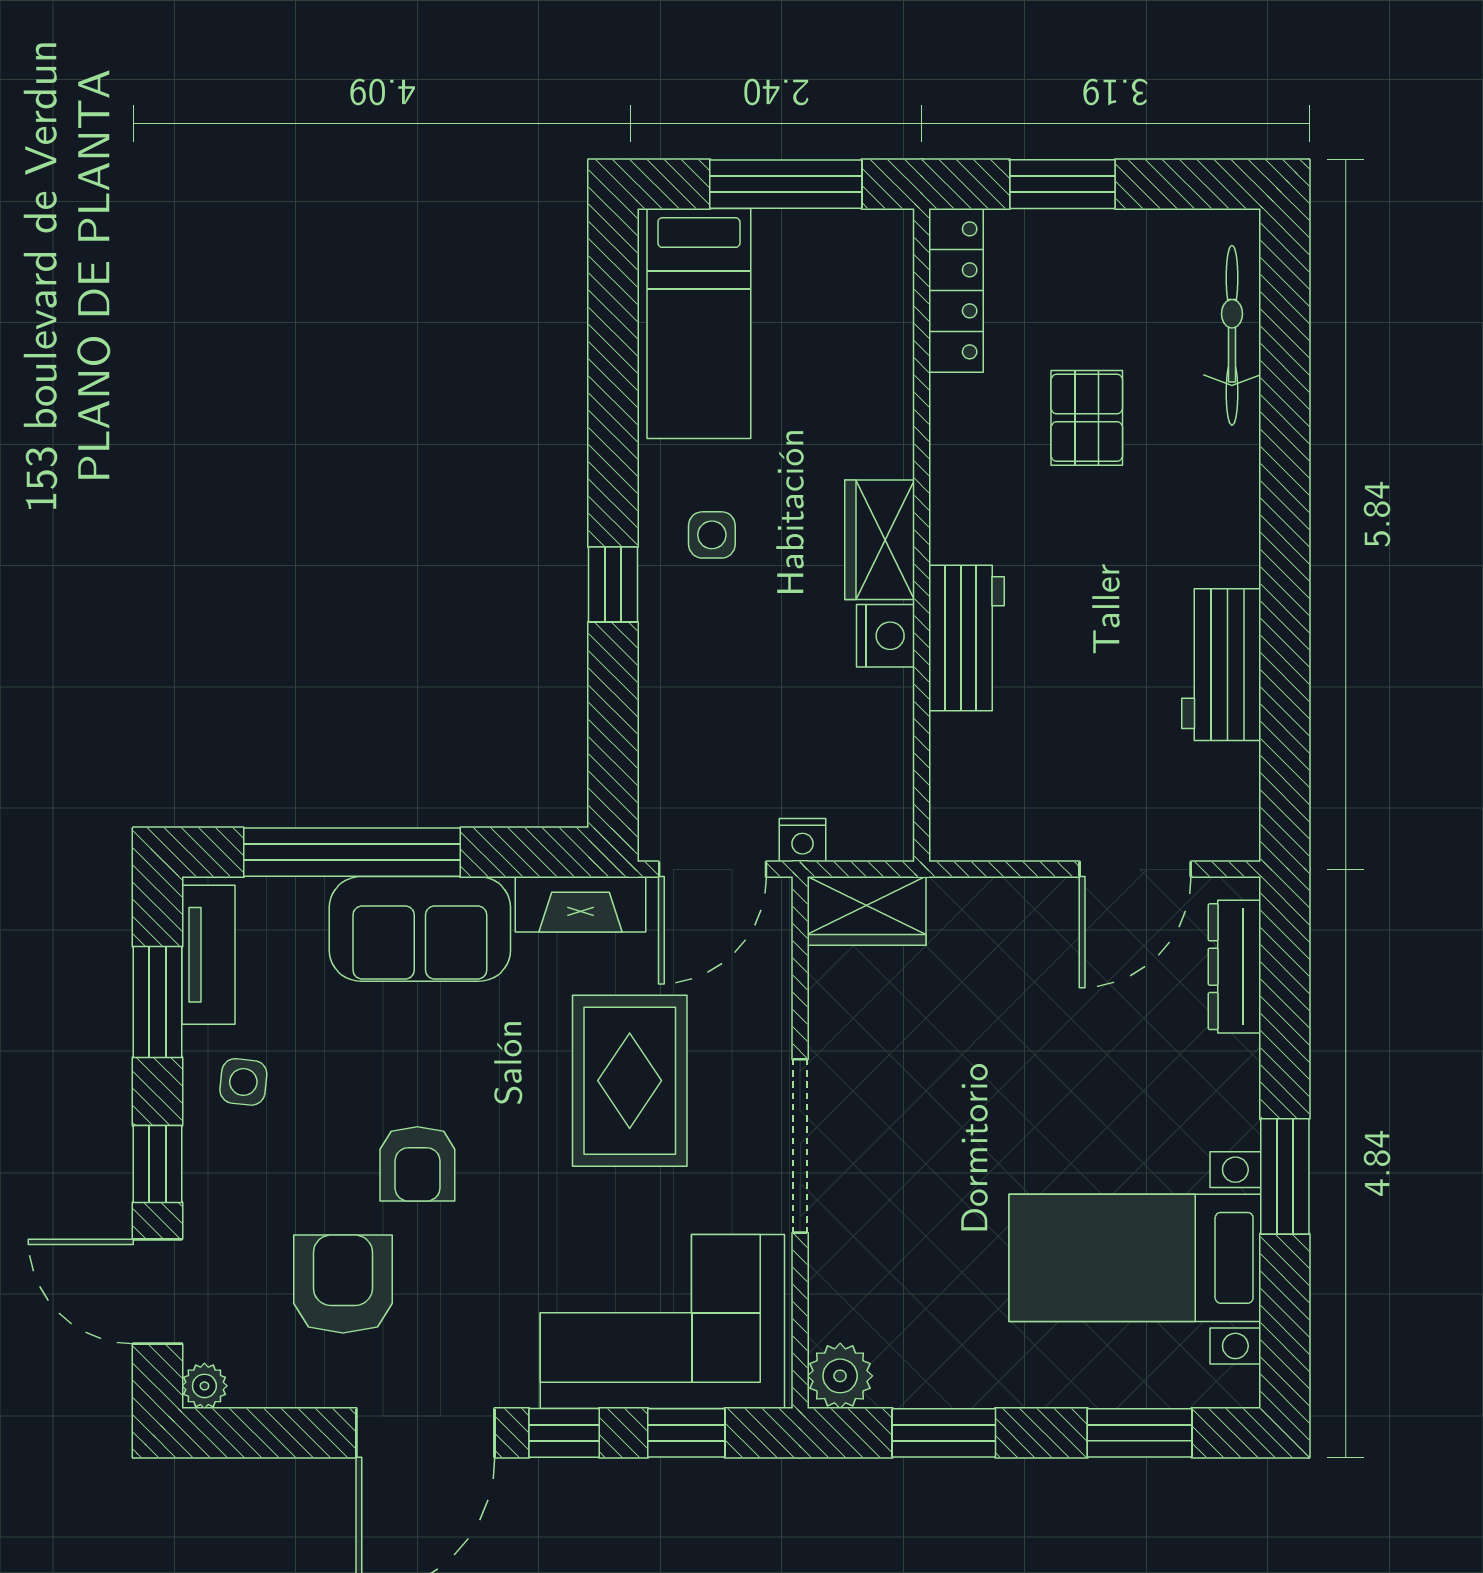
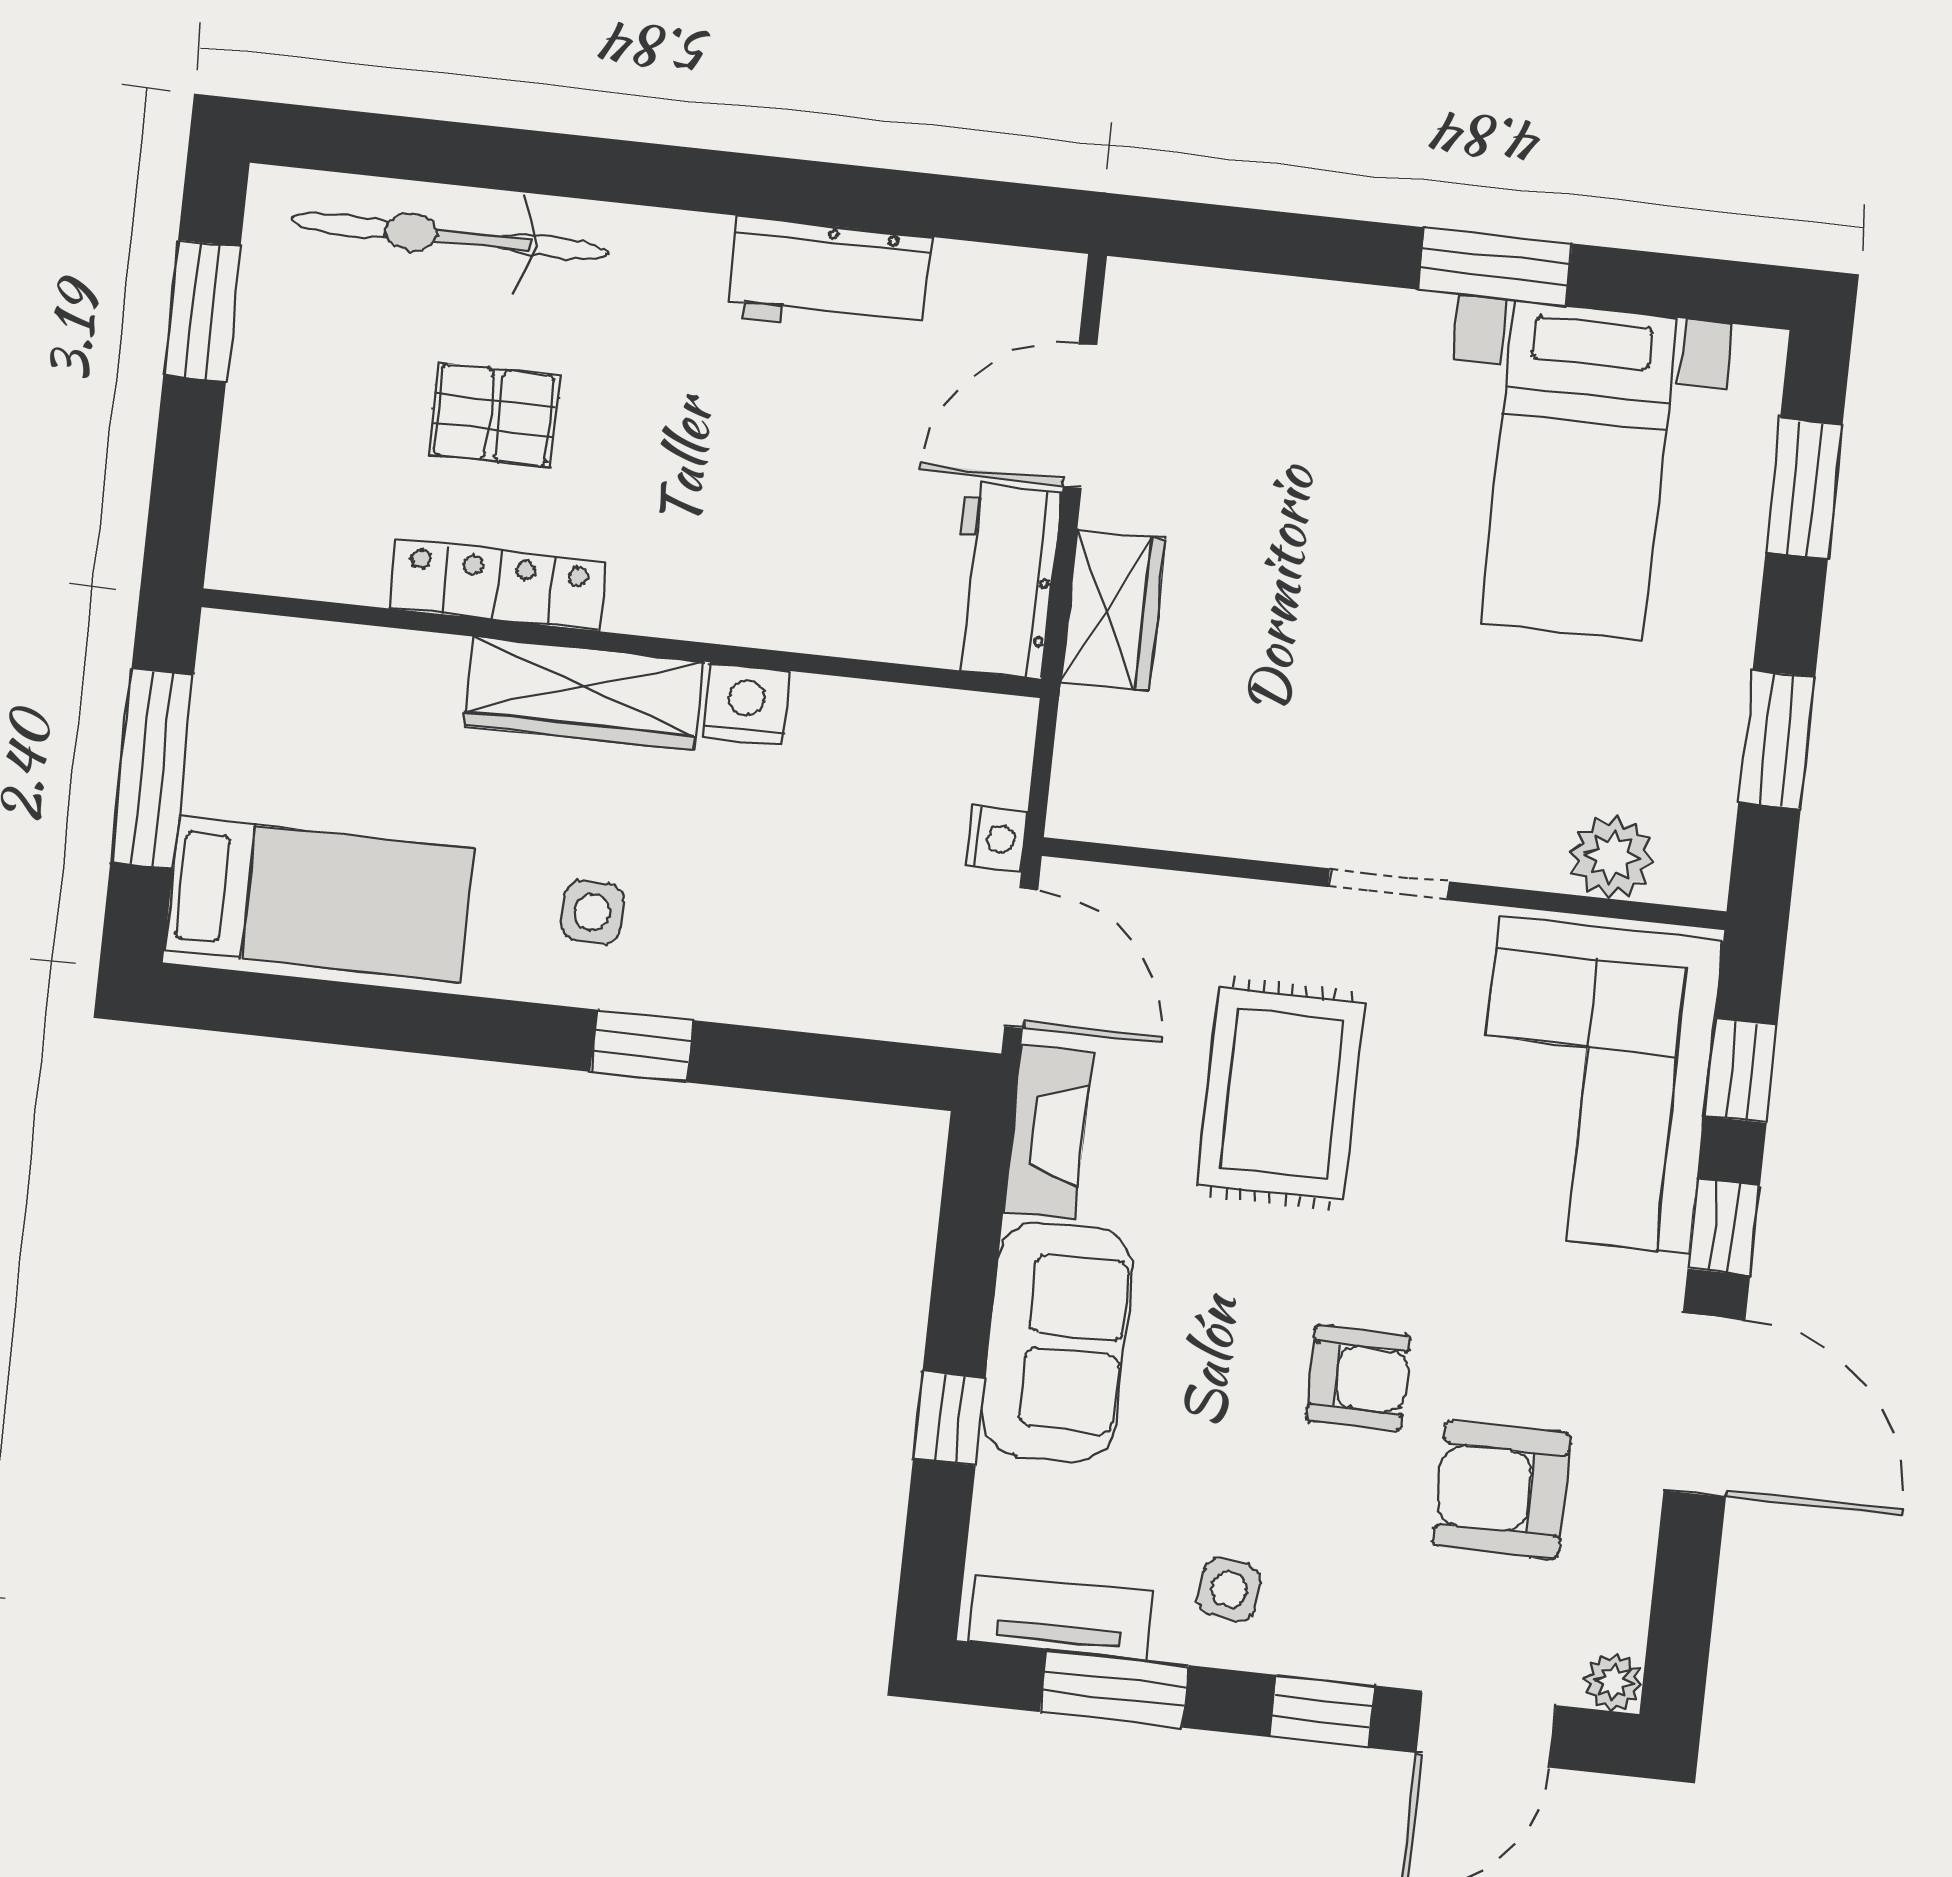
window: (1062, 184) -> (202, 311), moved
locker: (956, 290) -> (498, 585), moved
bicycle: (1232, 335) -> (449, 236), width x1.37, depth x1.40
wardrobe: (880, 540) -> (583, 694), width x1.50
workbench: (967, 638) -> (1004, 581), moved, turned -90
window: (352, 852) -> (949, 1418), width x0.32
door: (1135, 869) -> (1080, 416), swing flipped
wardrobe: (867, 911) -> (1113, 610), moved
dresser: (1234, 967) -> (1219, 302), removed
rug: (630, 1081) -> (1281, 1094), turned 90
doorway: (800, 1146) -> (1388, 884), width x0.53
plant: (840, 1376) -> (1612, 857), moved

